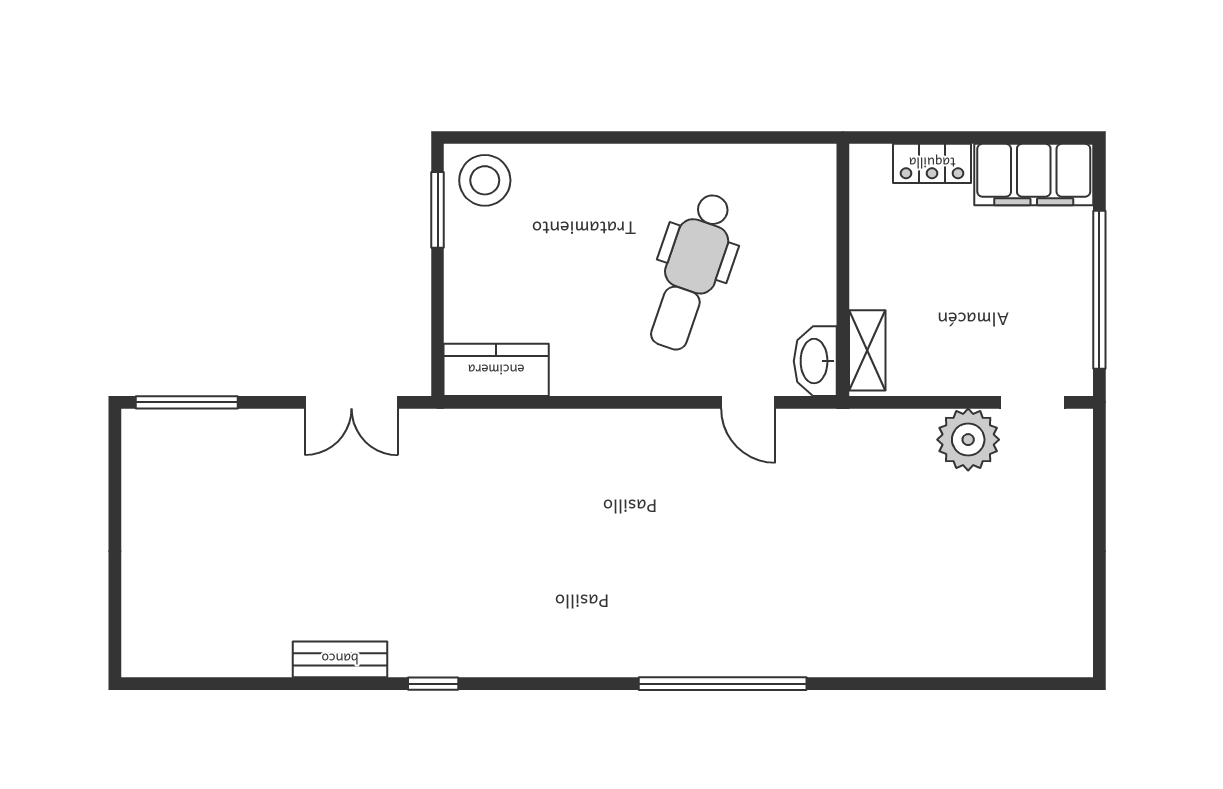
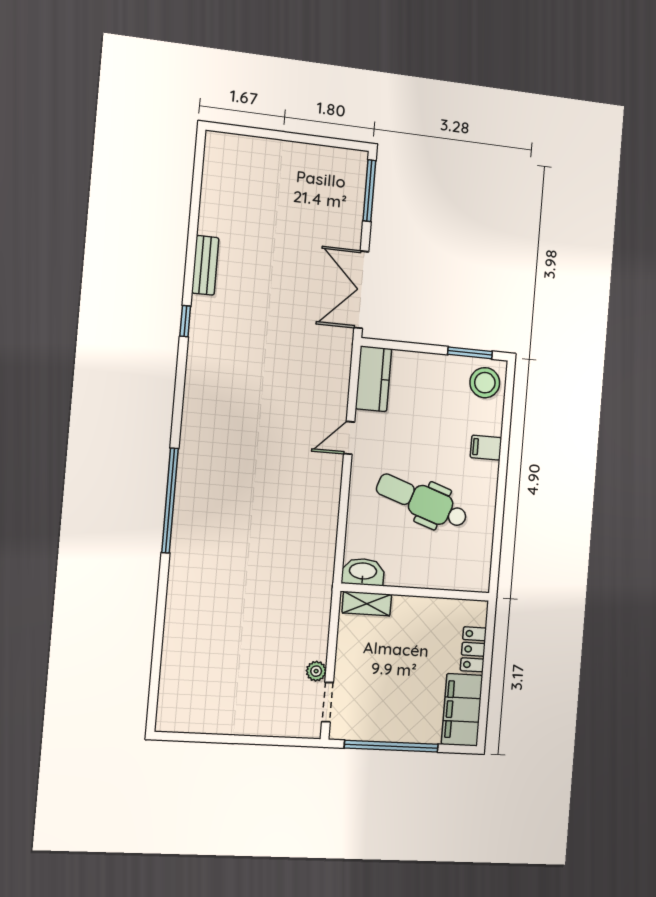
filing cabinet: (593, 169) -> (486, 448), added
double door: (351, 402) -> (361, 290), width x1.37
door: (748, 402) -> (349, 438), moved
plant: (968, 440) -> (316, 671), width x0.53, depth x0.53

